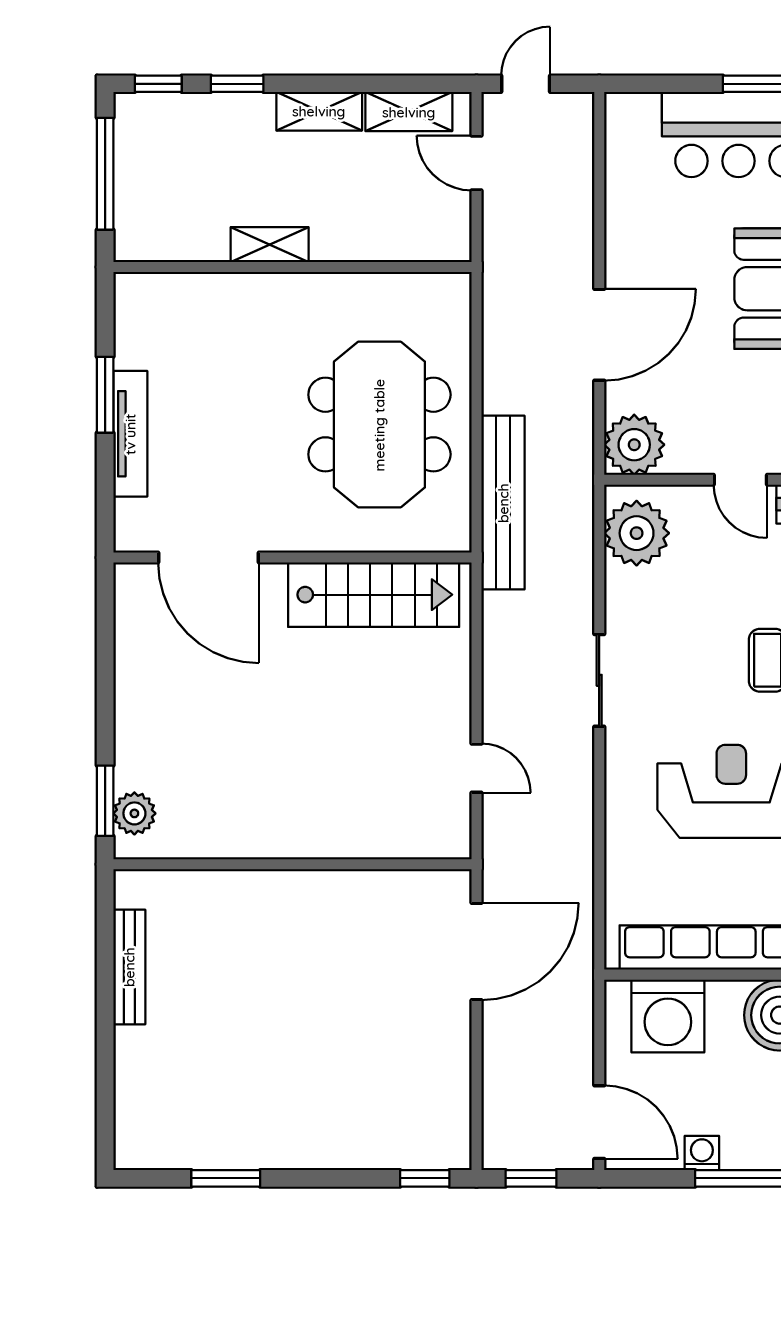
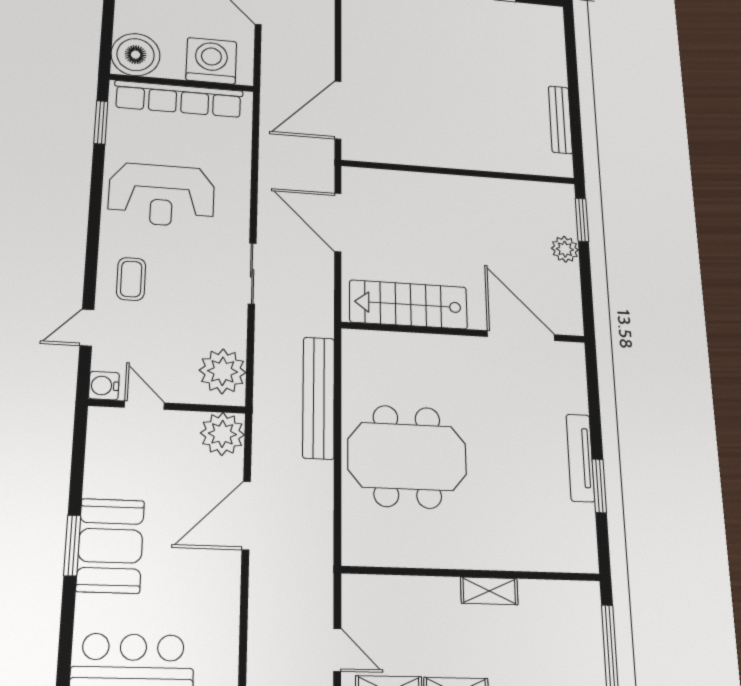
meeting table: (379, 425) -> (407, 457), turned 90
door: (208, 557) -> (521, 336), moved
wall: (292, 557) -> (464, 332), moved
stairs: (374, 595) -> (409, 305), moved
door: (476, 768) -> (338, 222), width x1.87
plant: (134, 813) -> (565, 249), moved

